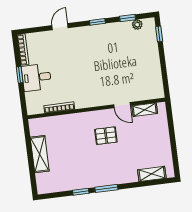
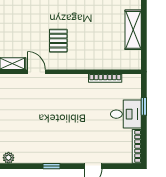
window: (128, 18) -> (18, 166), removed
window: (20, 75) -> (144, 106), moved
pallet: (106, 136) -> (58, 41), turned 90

